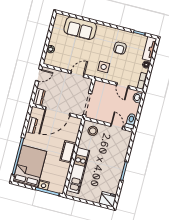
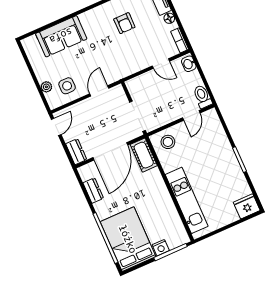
side table: (104, 67) -> (67, 86), moved
door: (117, 127) -> (191, 115), swing flipped
cot: (68, 152) -> (144, 155), moved

